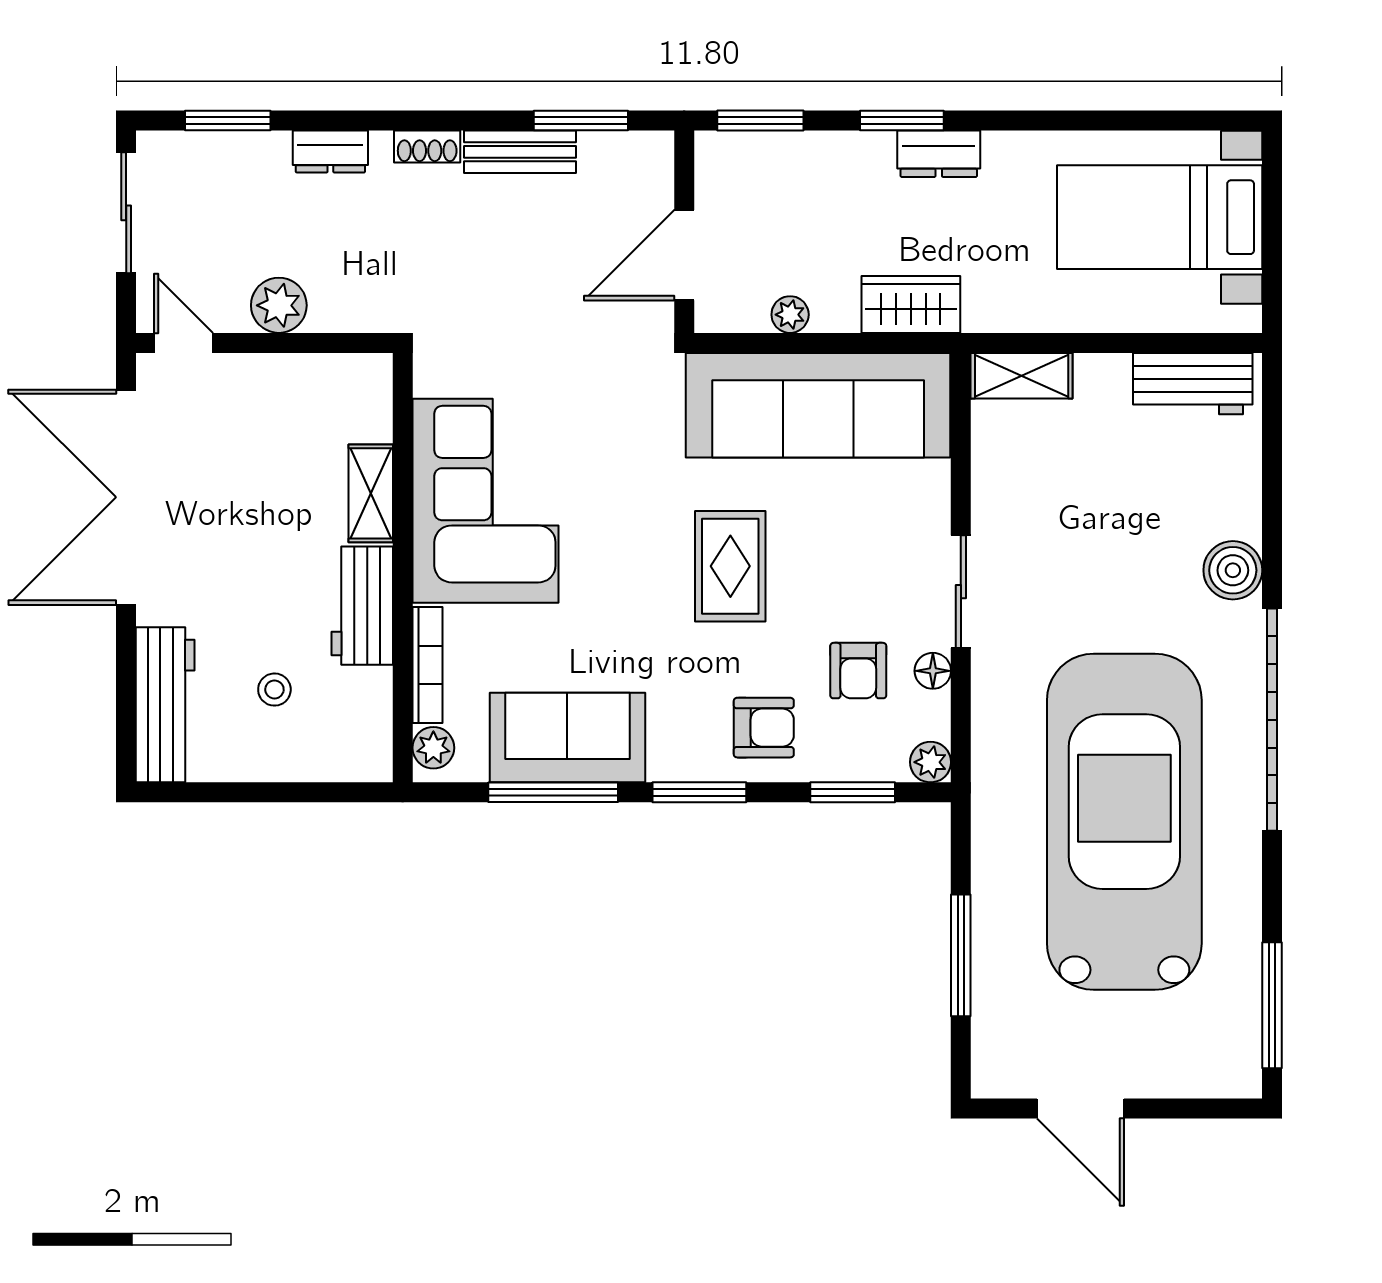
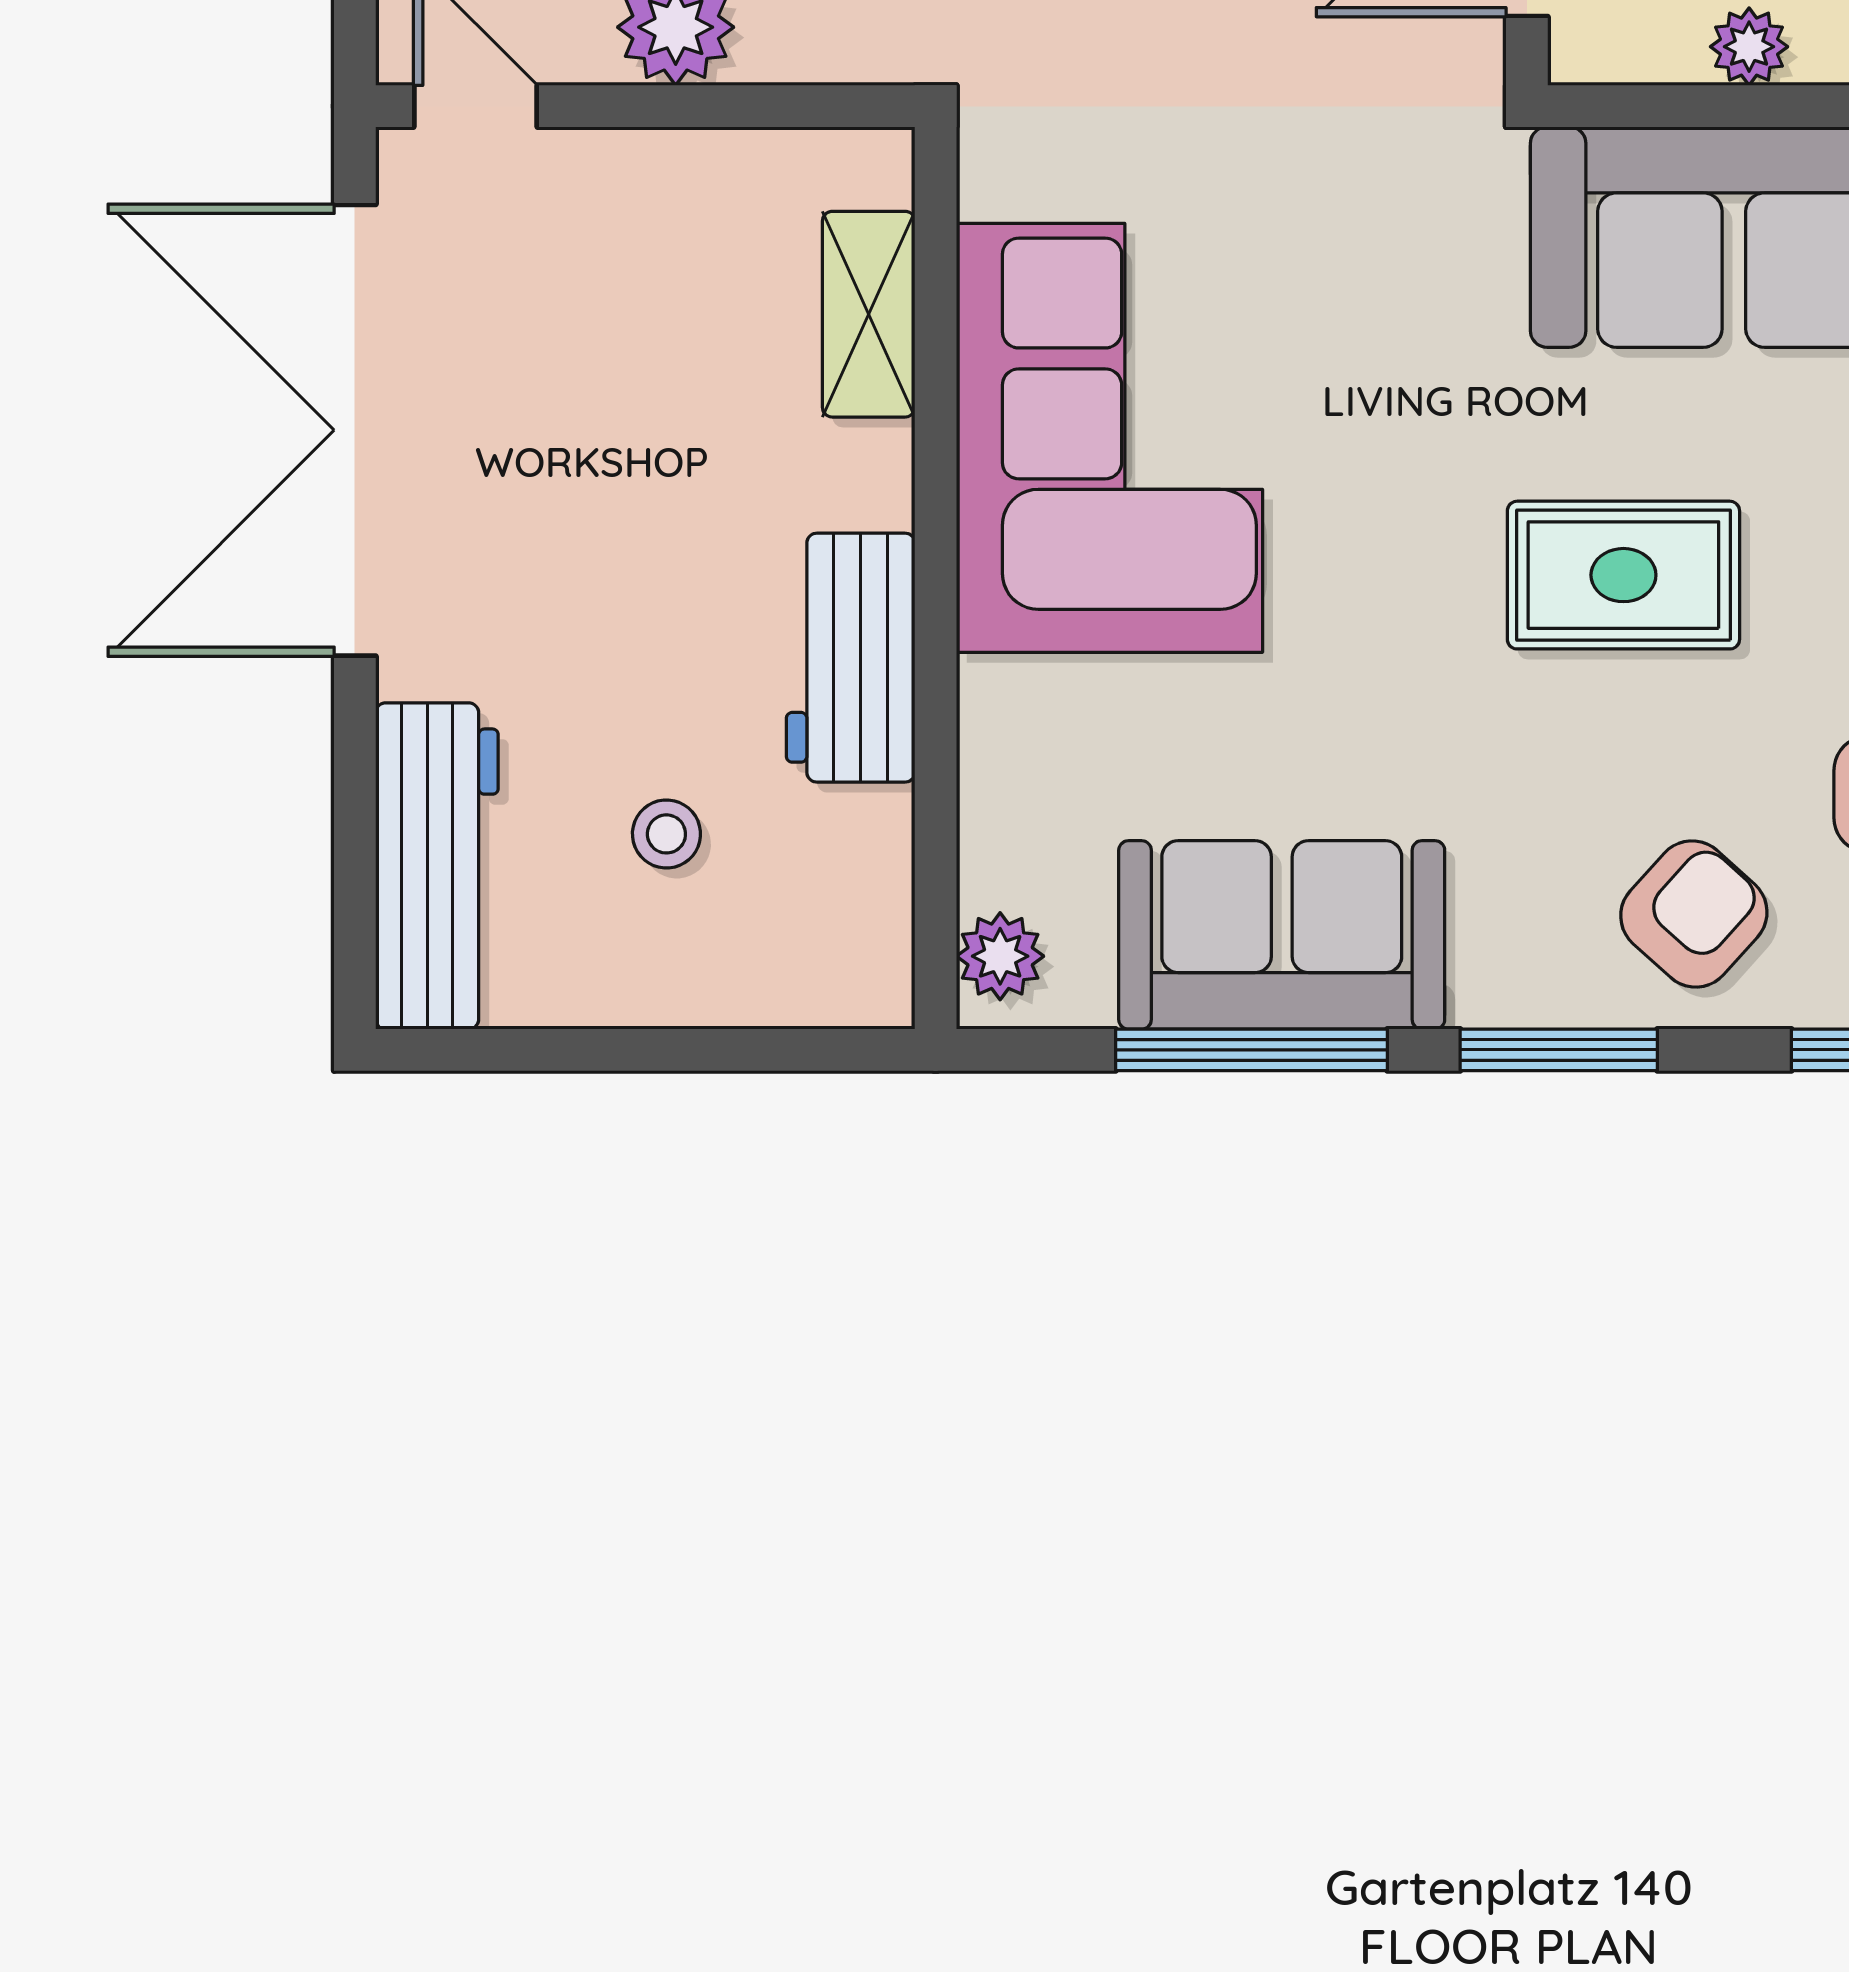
shelving: (371, 493) -> (869, 314), moved
rug: (730, 566) -> (1623, 575), turned 90
bookcase: (427, 665) -> (988, 782), removed
armchair: (764, 728) -> (1694, 914), turned -48

